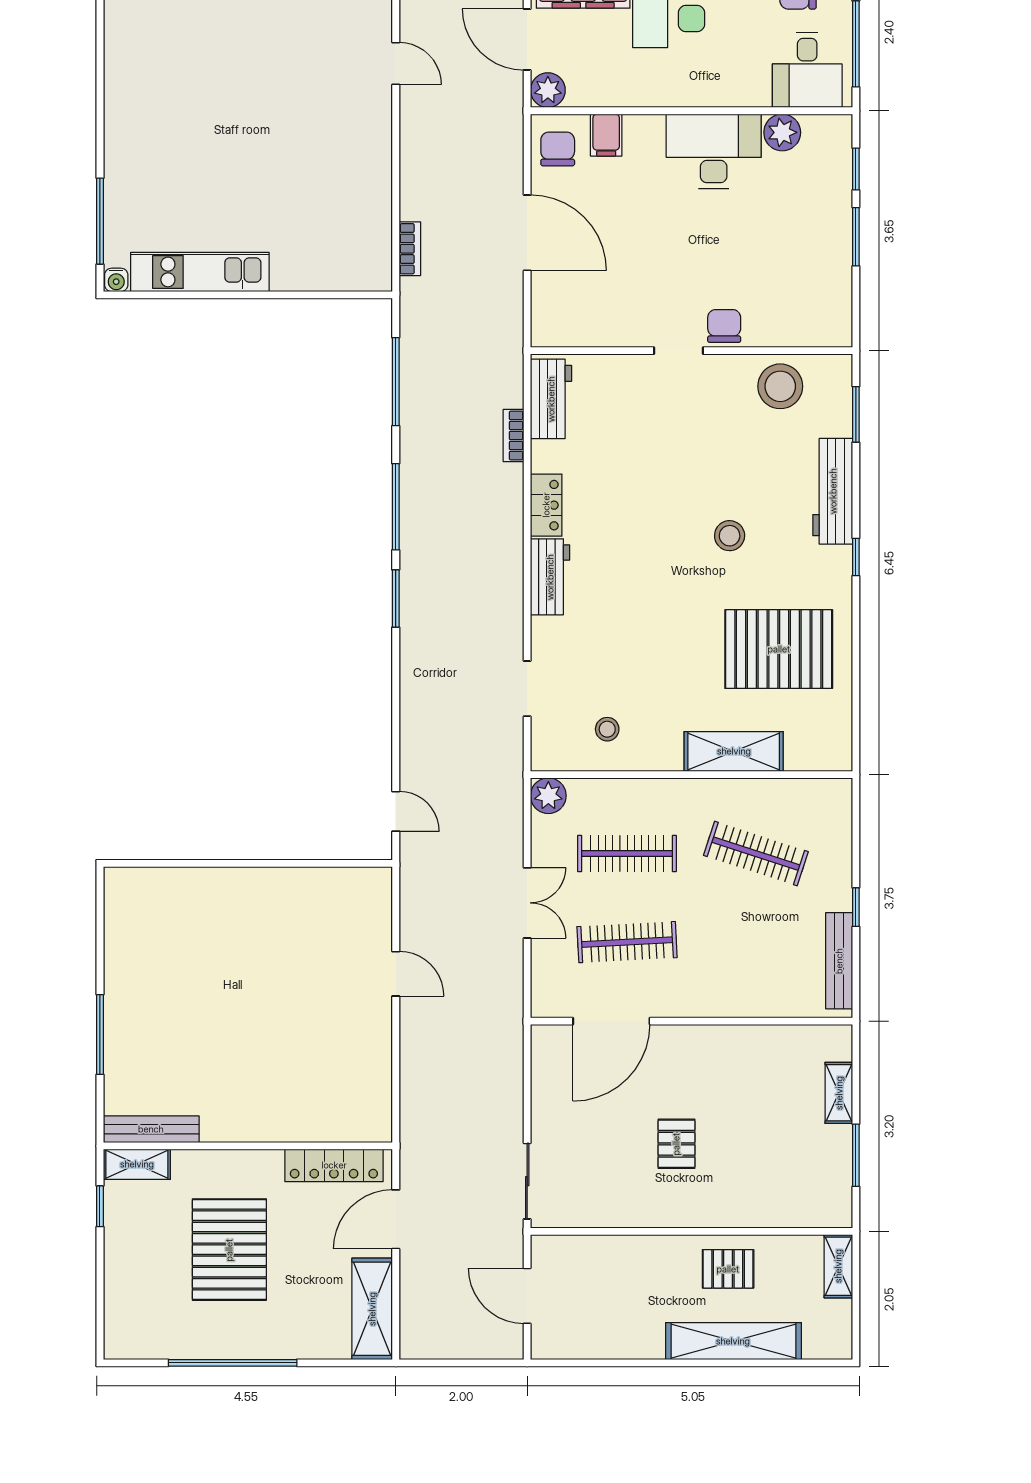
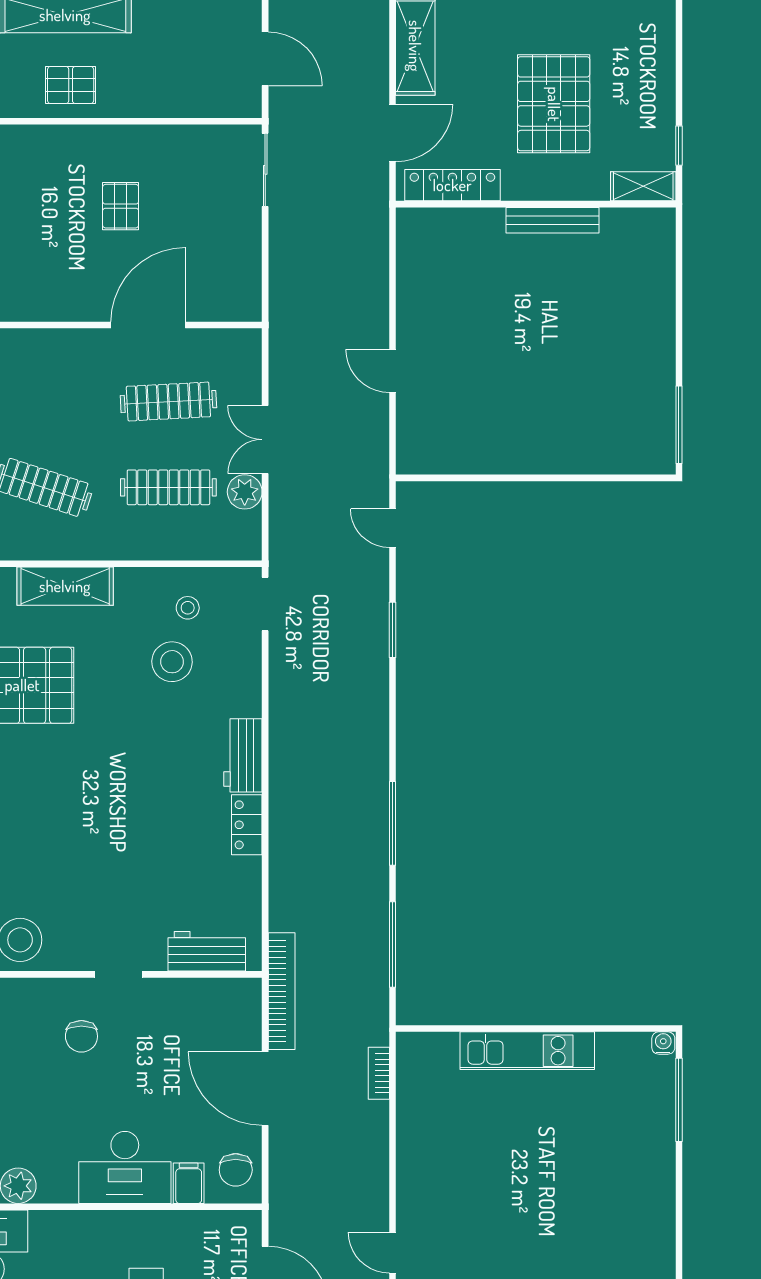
plant: (548, 90) -> (245, 1227), removed
desk: (714, 151) -> (125, 1167), moved
kitchen unit: (200, 272) -> (527, 1051), moved
chair: (724, 326) -> (81, 1036), moved
workbench: (551, 399) -> (207, 951), moved, turned 90
bookcase: (513, 436) -> (282, 991), moved, width x2.31, depth x1.31
stool: (730, 536) -> (172, 662), moved, width x1.38, depth x1.38
window: (396, 599) -> (393, 630), moved
doorway: (527, 689) -> (265, 604), moved
plant: (548, 796) -> (245, 492), moved
door: (611, 1021) -> (148, 325), moved
window: (100, 1034) -> (679, 425), moved
bench: (151, 1129) -> (553, 220), moved

